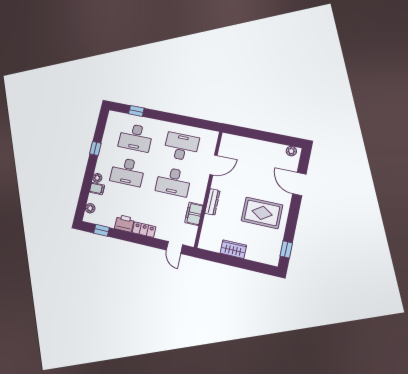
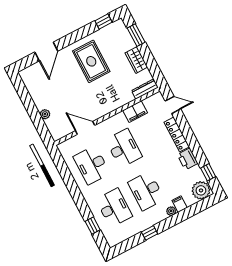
plant: (291, 151) -> (45, 114), moved
desk: (128, 172) -> (146, 191), turned 180
dresser: (212, 202) -> (145, 89), moved
plant: (90, 208) -> (201, 190), width x1.88, depth x1.88
locker: (144, 230) -> (177, 134), width x1.53
door: (174, 247) -> (173, 105), hinge flipped
window: (253, 266) -> (136, 35), added

